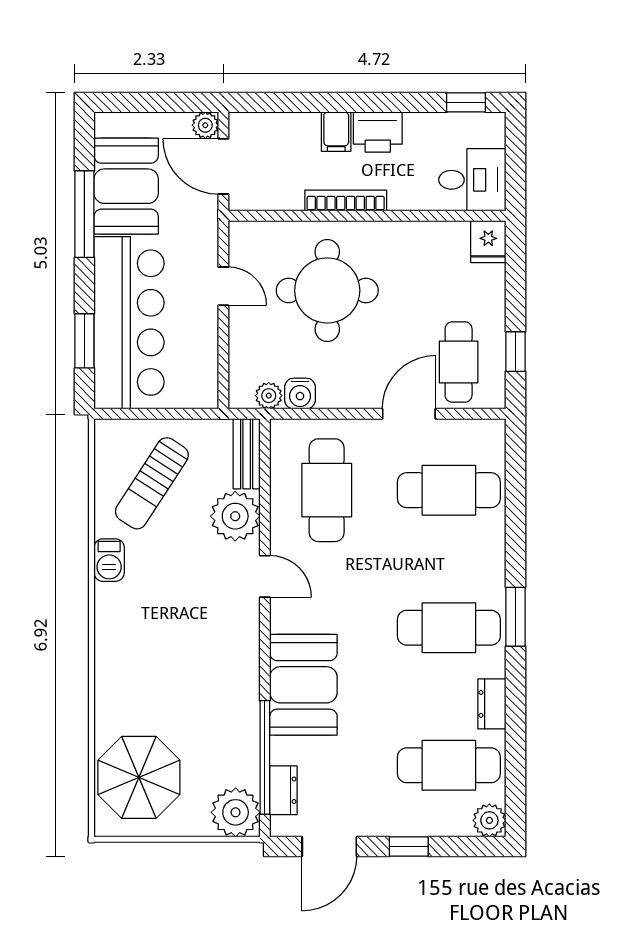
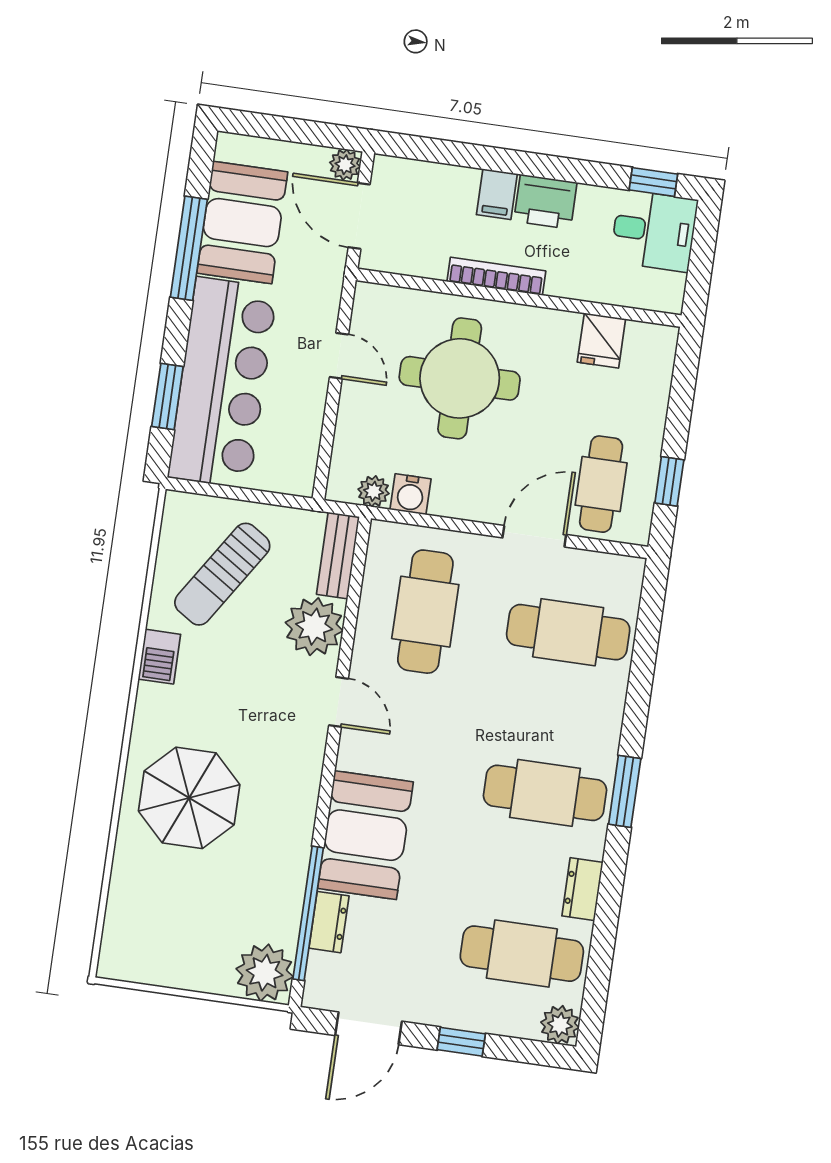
desk: (472, 180) -> (654, 231), moved
fridge: (488, 242) -> (601, 341), moved
parasol: (139, 777) -> (189, 798), moved
dresser: (283, 790) -> (329, 922), moved

